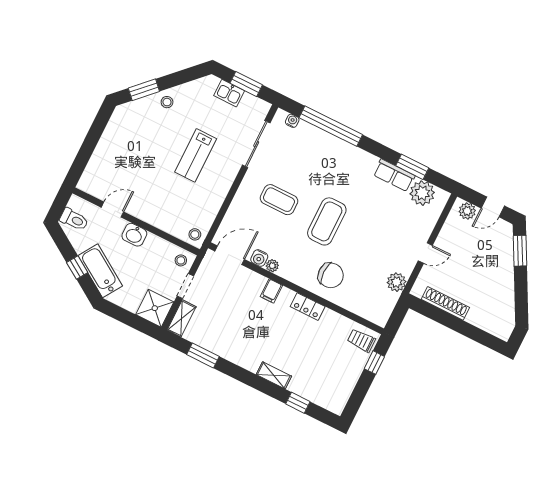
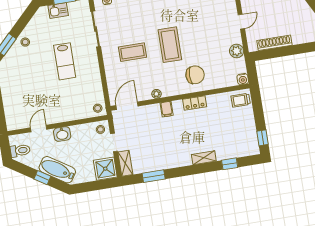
water cooler: (259, 258) -> (243, 79), moved
window: (374, 363) -> (263, 138), moved

